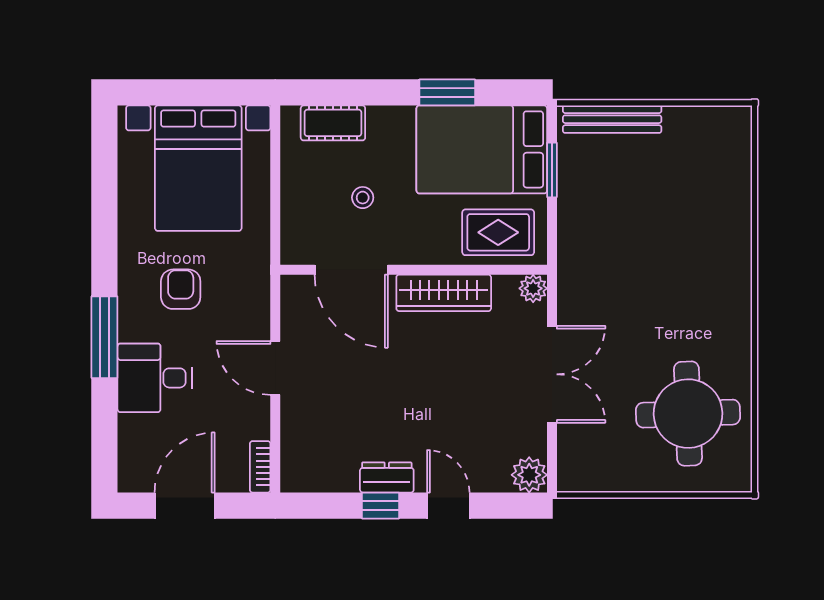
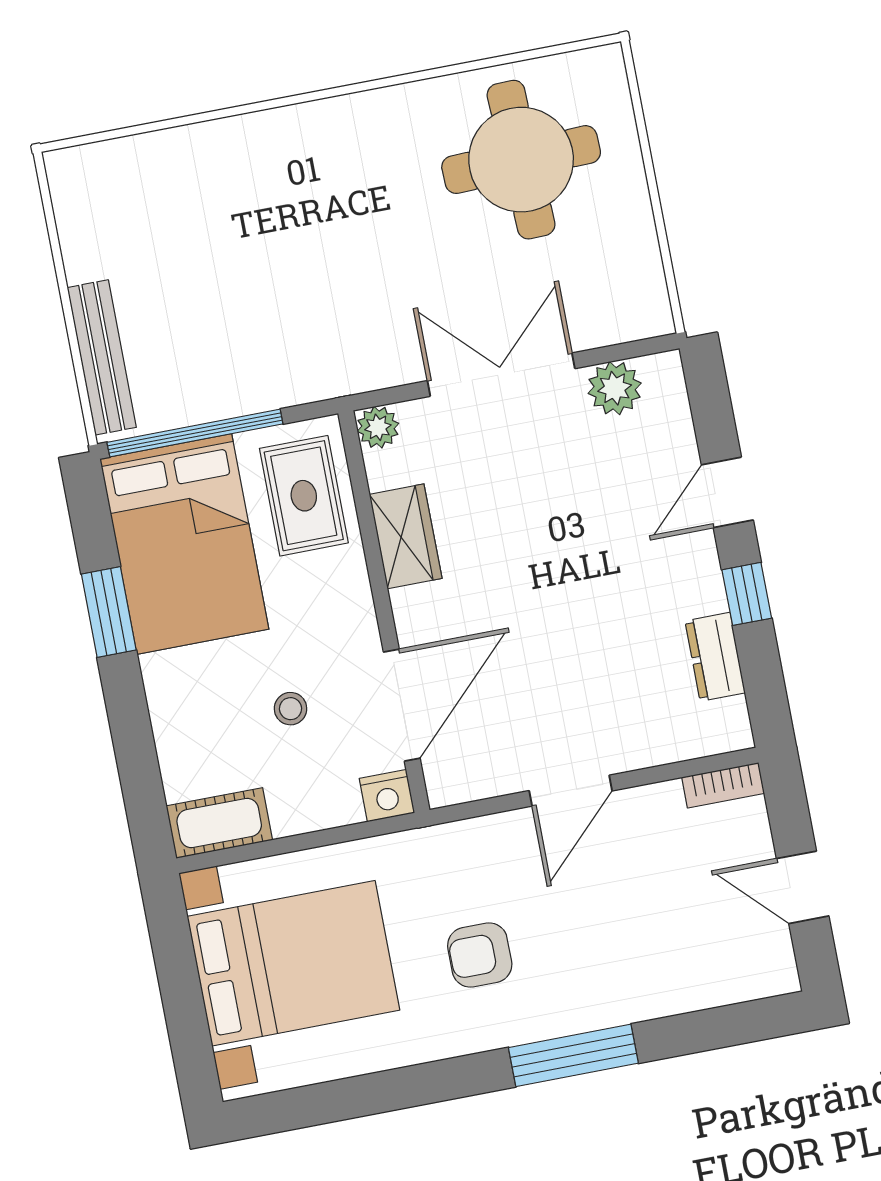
cot: (333, 123) -> (219, 823), moved, turned 90
window: (552, 170) -> (195, 433), width x2.11
nightstand: (295, 249) -> (387, 796), added
wardrobe: (444, 293) -> (406, 536), width x0.67
desk: (155, 378) -> (620, 969), removed
plant: (529, 475) -> (615, 388), moved
dresser: (387, 477) -> (715, 657), moved
door: (185, 506) -> (803, 887), width x0.73

